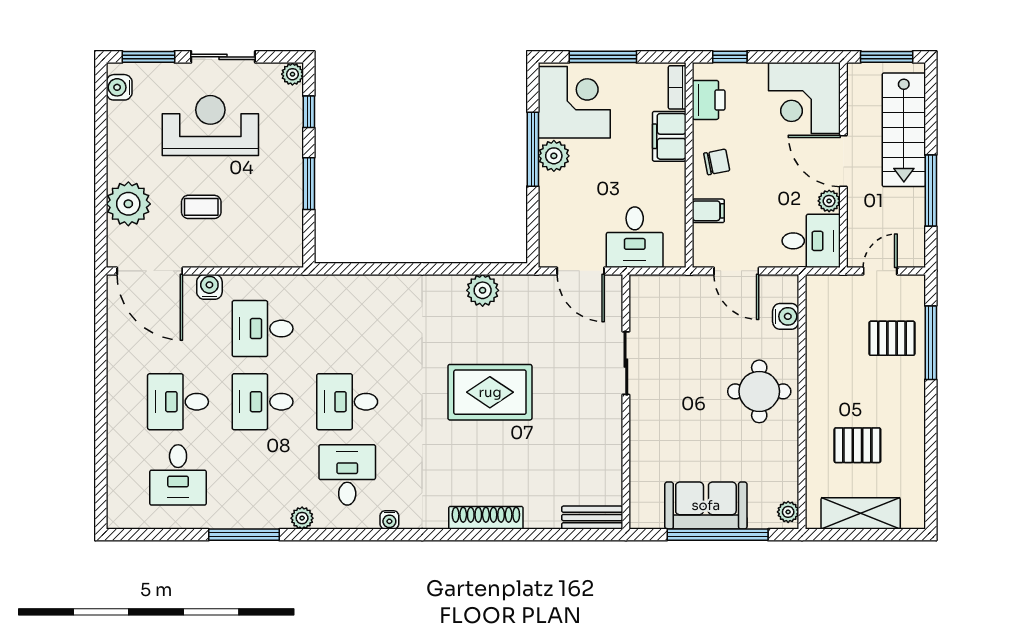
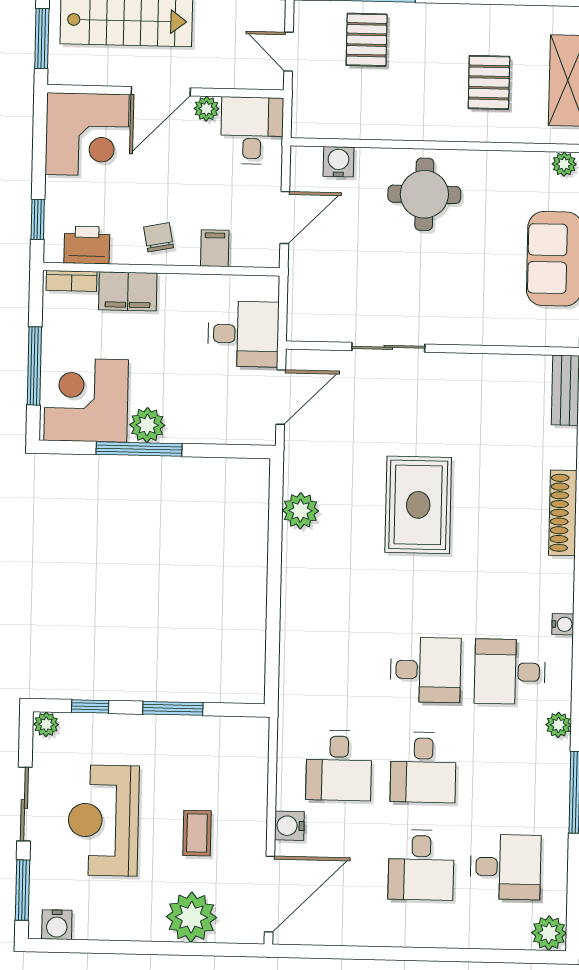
desk: (347, 402) -> (425, 670), turned -90
plant: (122, 514) -> (549, 933), added

